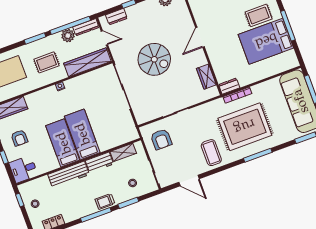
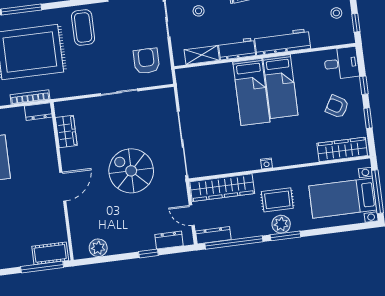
plant: (68, 36) -> (281, 224), moved
armchair: (19, 138) -> (337, 107), turned -60

